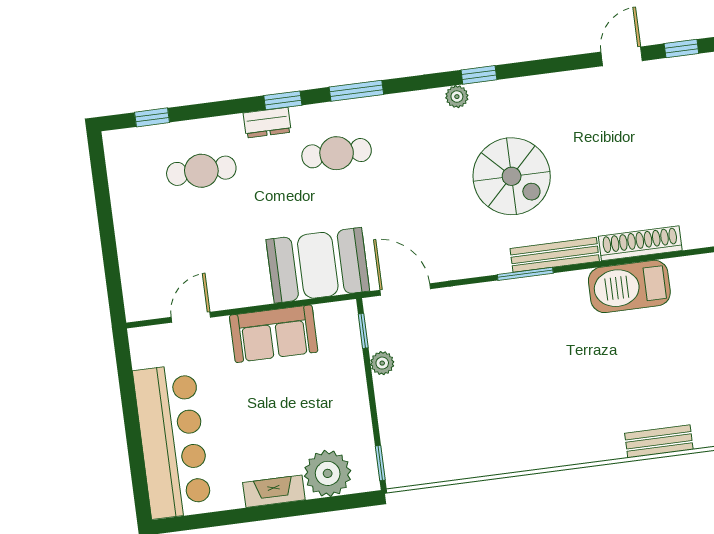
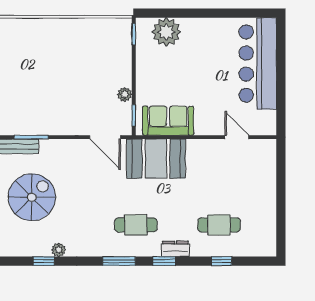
window: (152, 117) -> (222, 261), moved
spiral stairs: (512, 176) -> (32, 197), turned 90
door: (191, 317) -> (237, 137), swing flipped
sofa: (274, 334) -> (168, 121), moved
fireplace: (274, 491) -> (200, 25), removed

